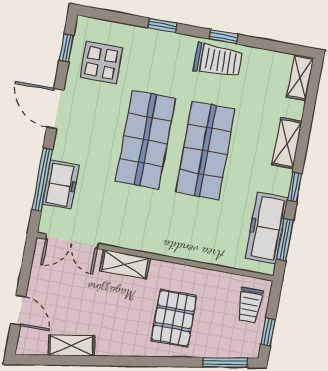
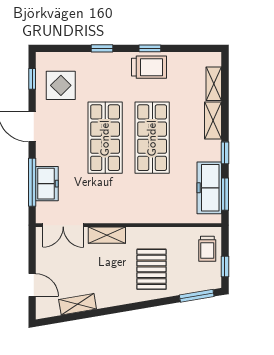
shelving: (300, 77) -> (214, 84), moved

